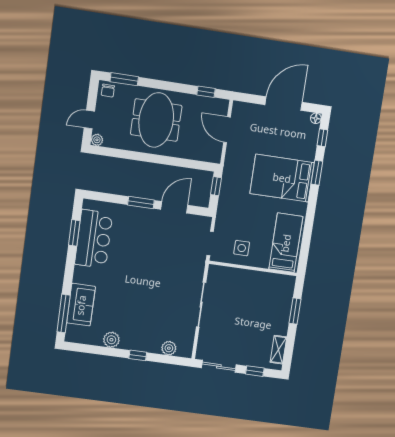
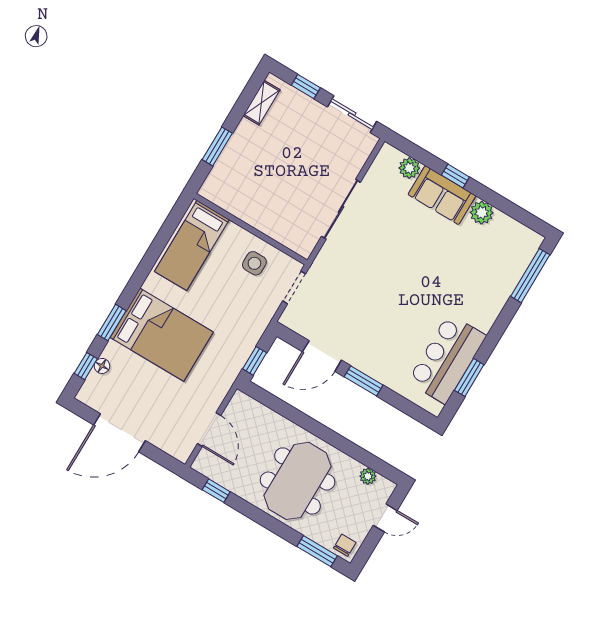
floor lamp: (316, 118) -> (102, 366), moved
plant: (97, 140) -> (368, 476), moved
sofa: (81, 305) -> (442, 195), moved, turned -90

